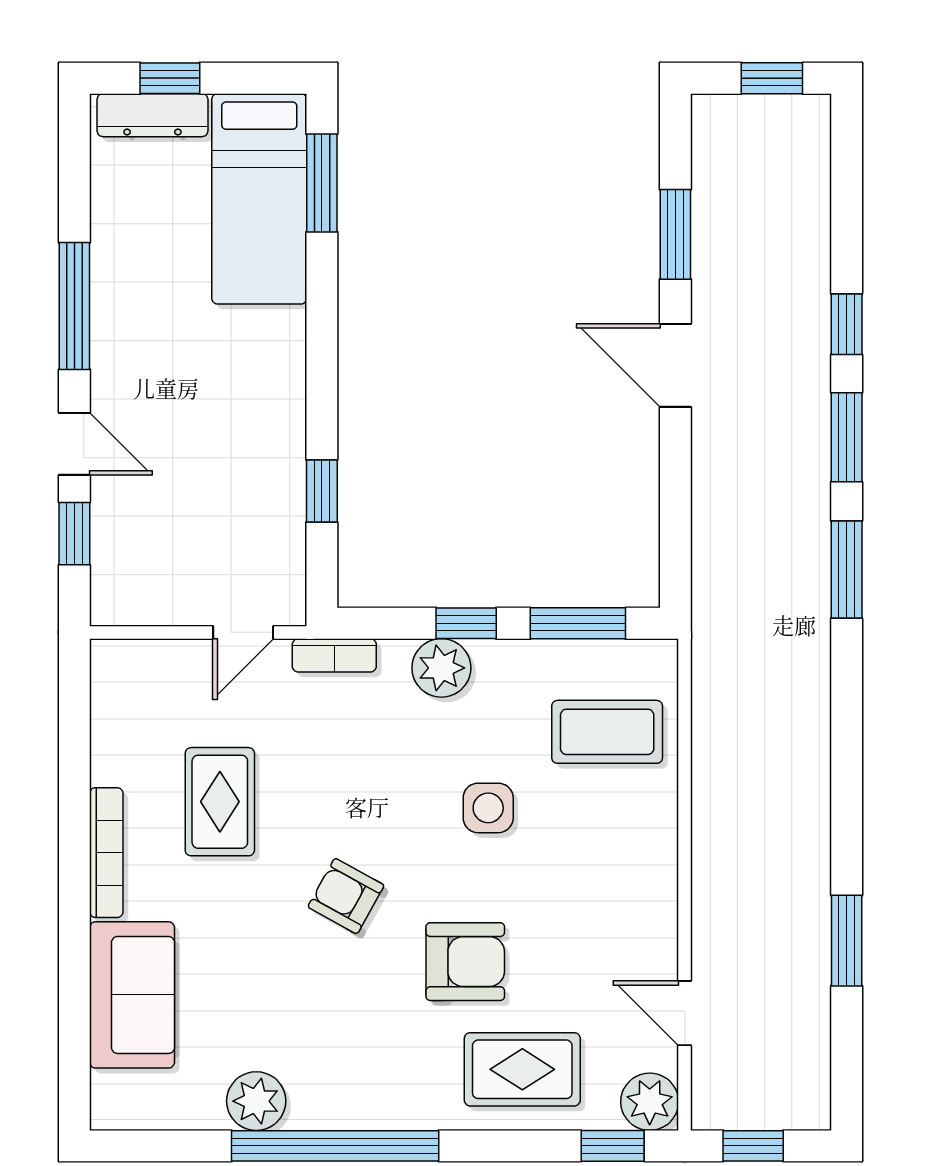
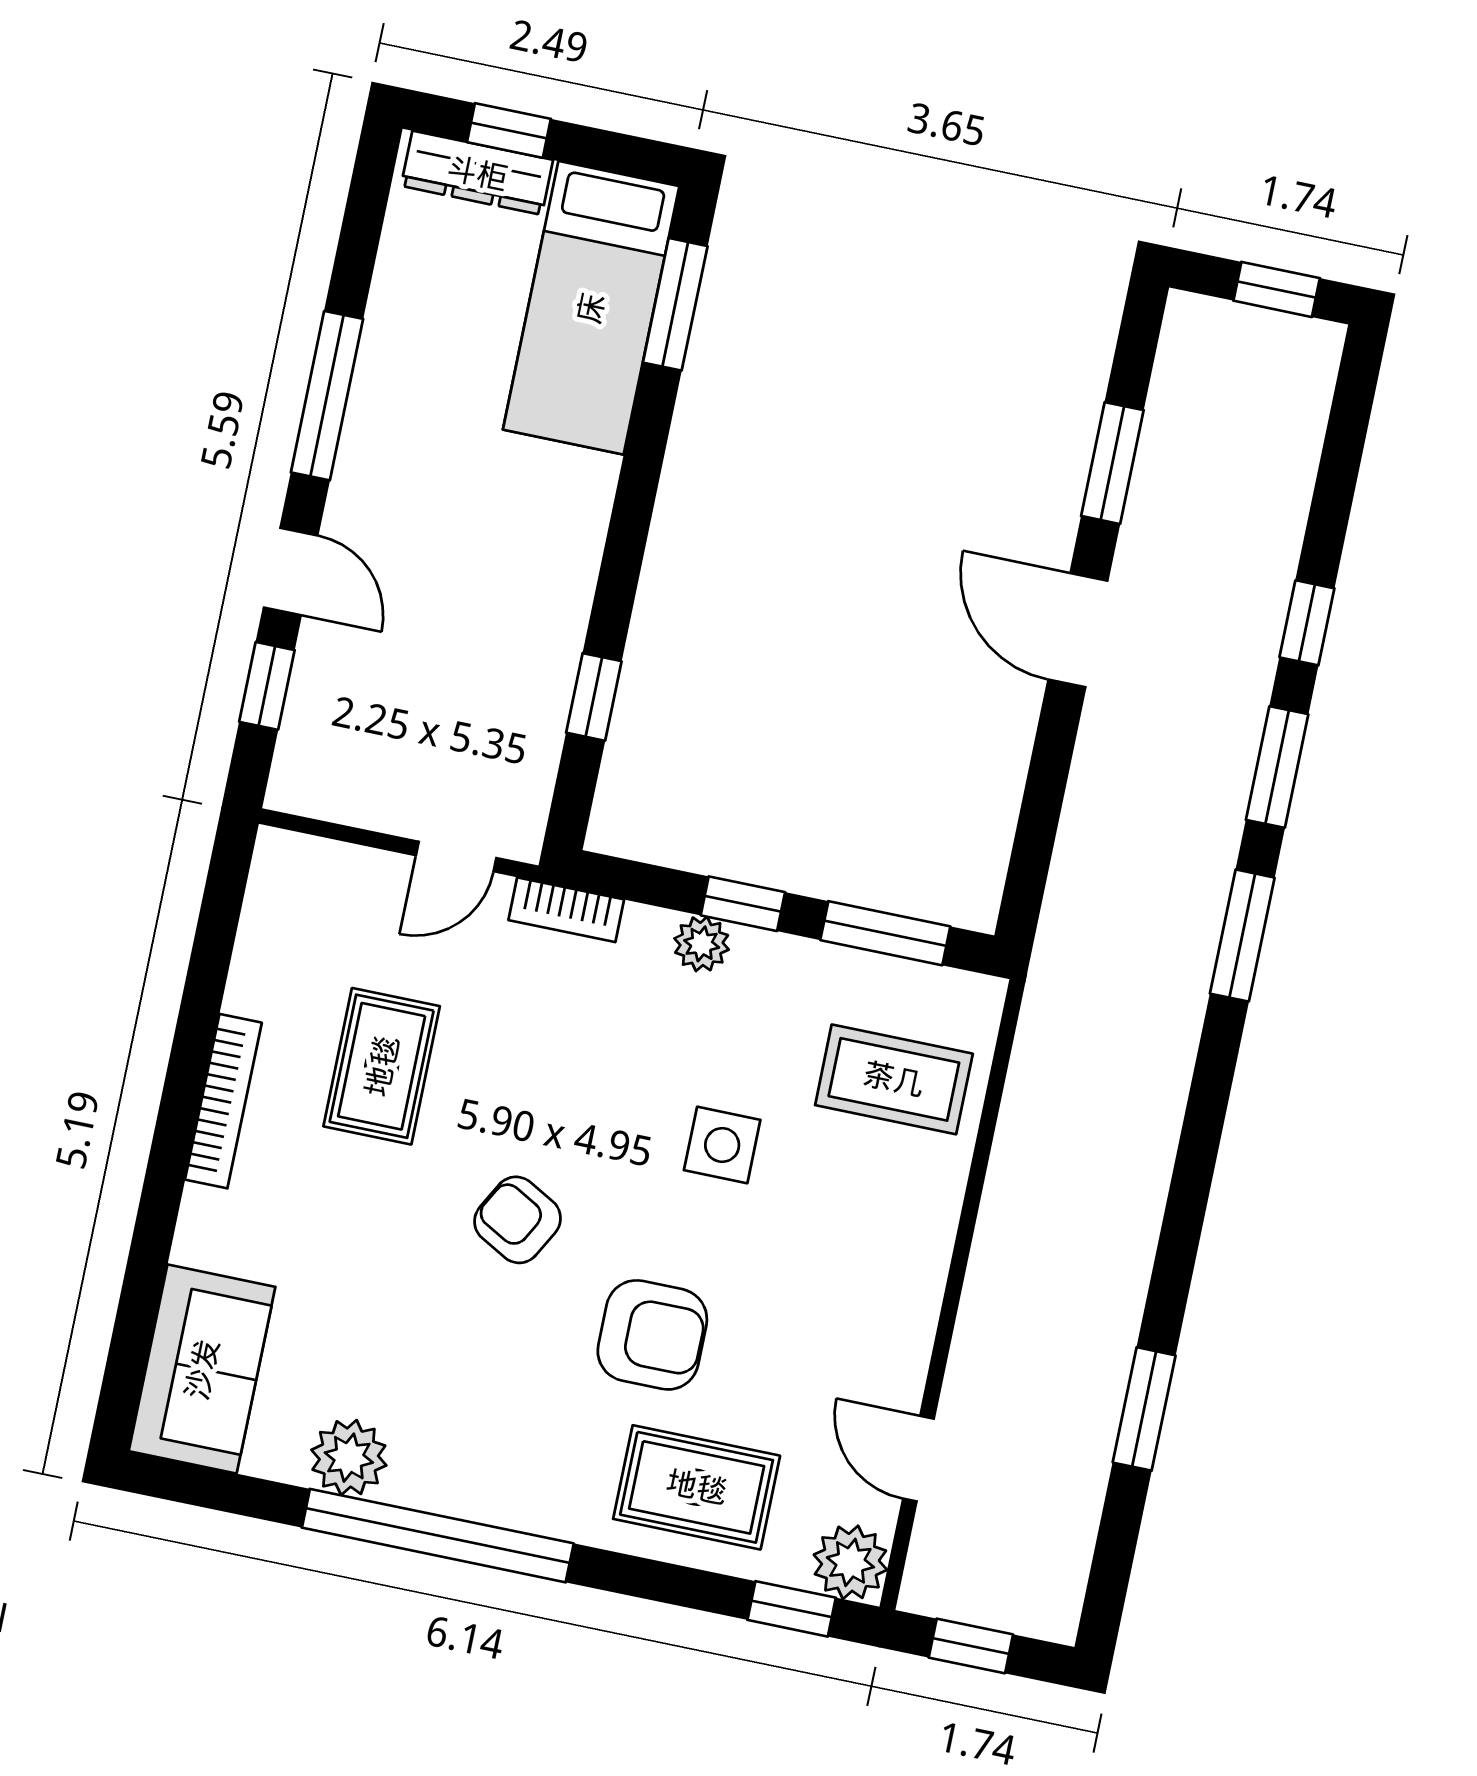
plant: (441, 668) -> (702, 944), width x0.73, depth x0.73
sofa: (132, 995) -> (202, 1369), moved

